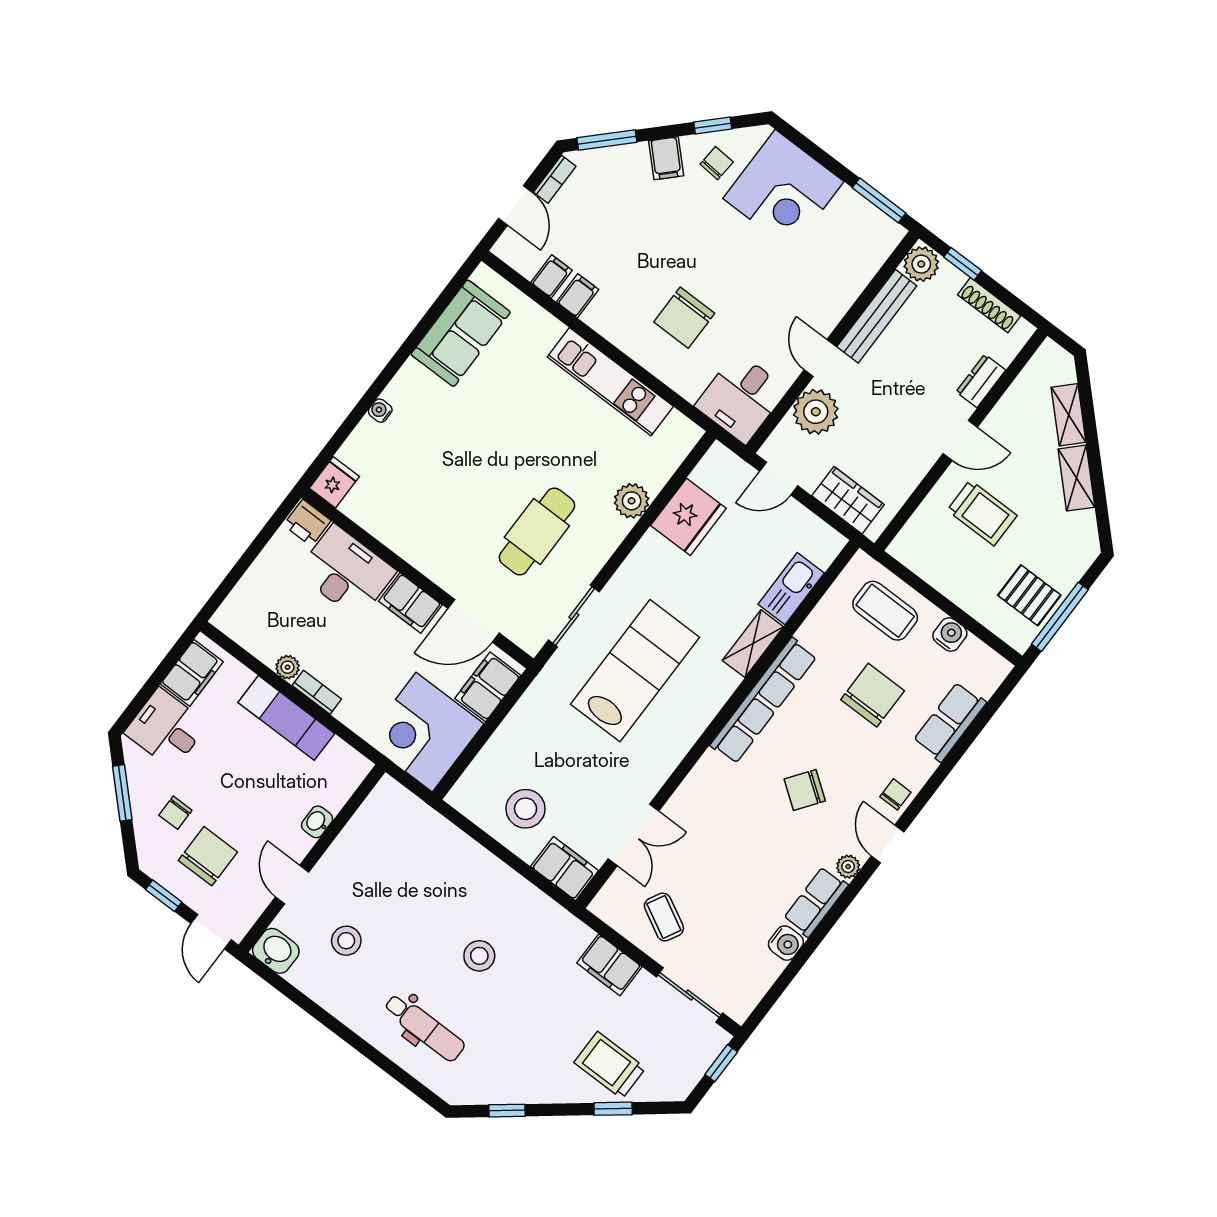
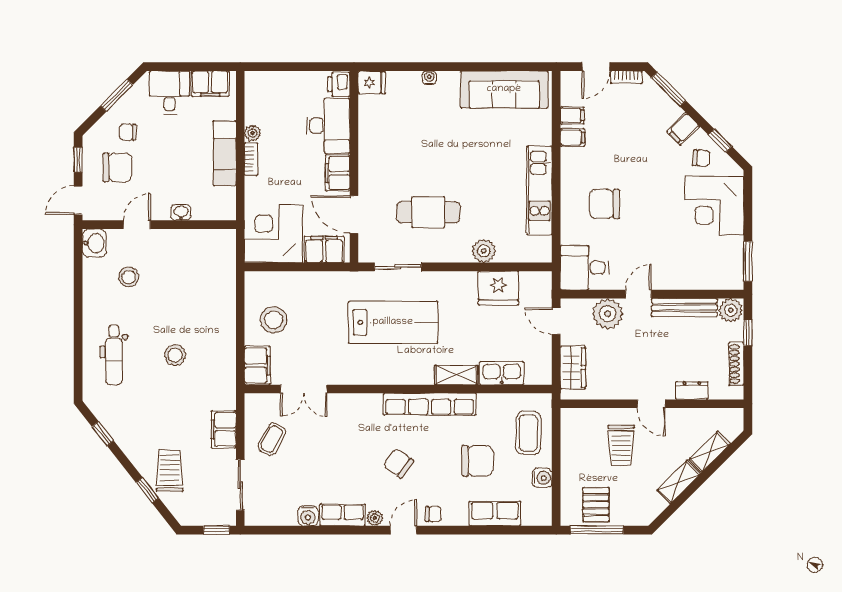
sofa: (461, 333) -> (504, 89), width x1.36

